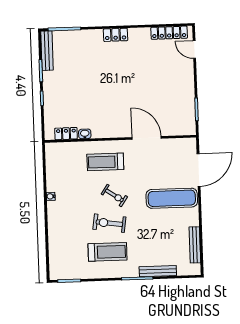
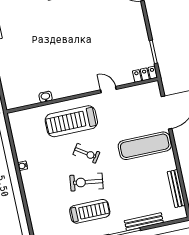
locker: (66, 134) -> (145, 74), moved
door: (147, 138) -> (108, 90), width x0.53
treadmill: (105, 162) -> (71, 121), width x1.37, depth x1.38

